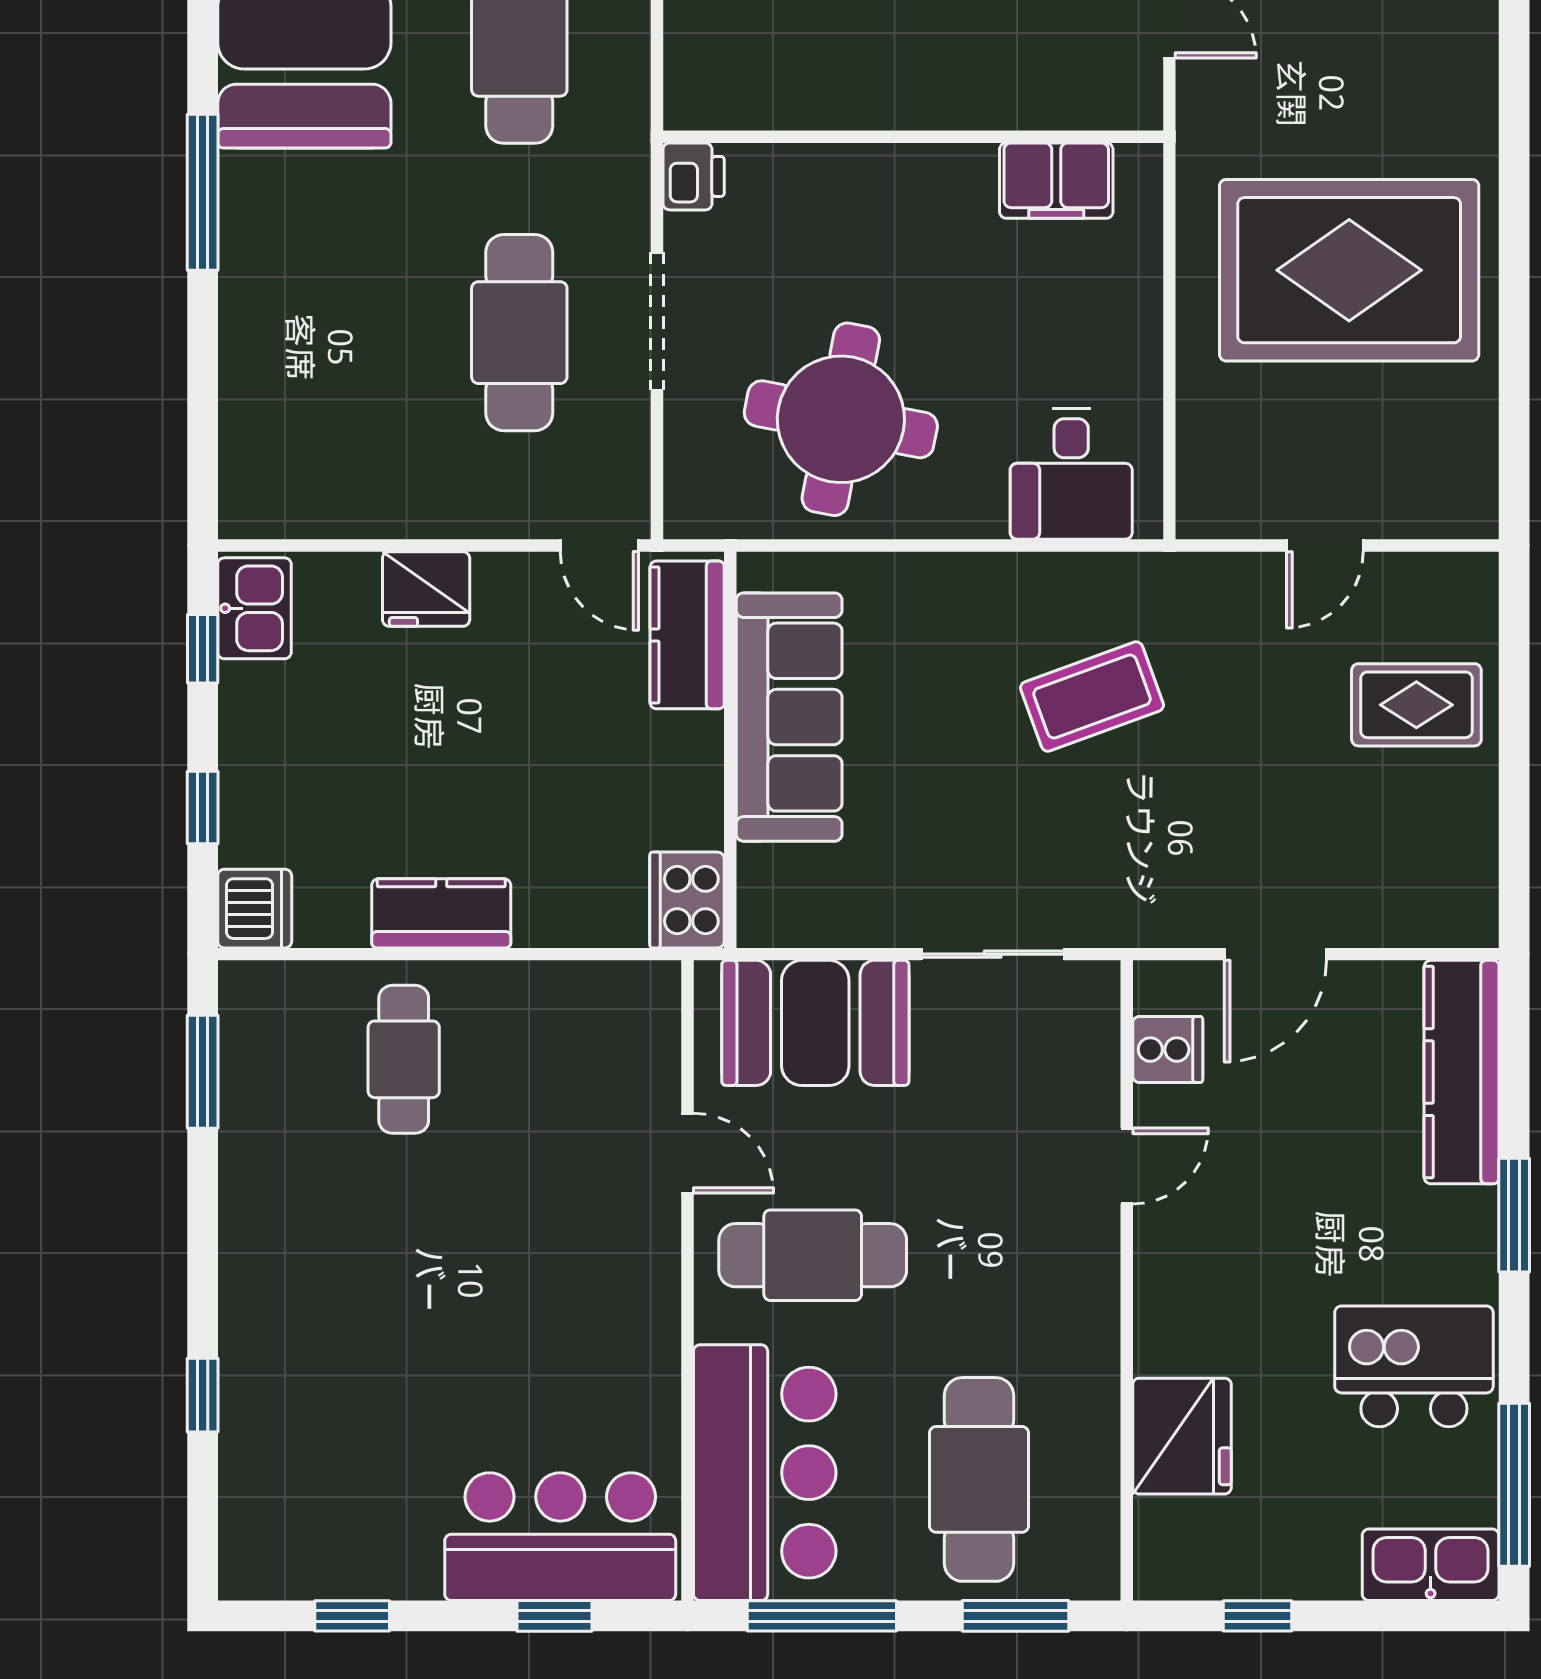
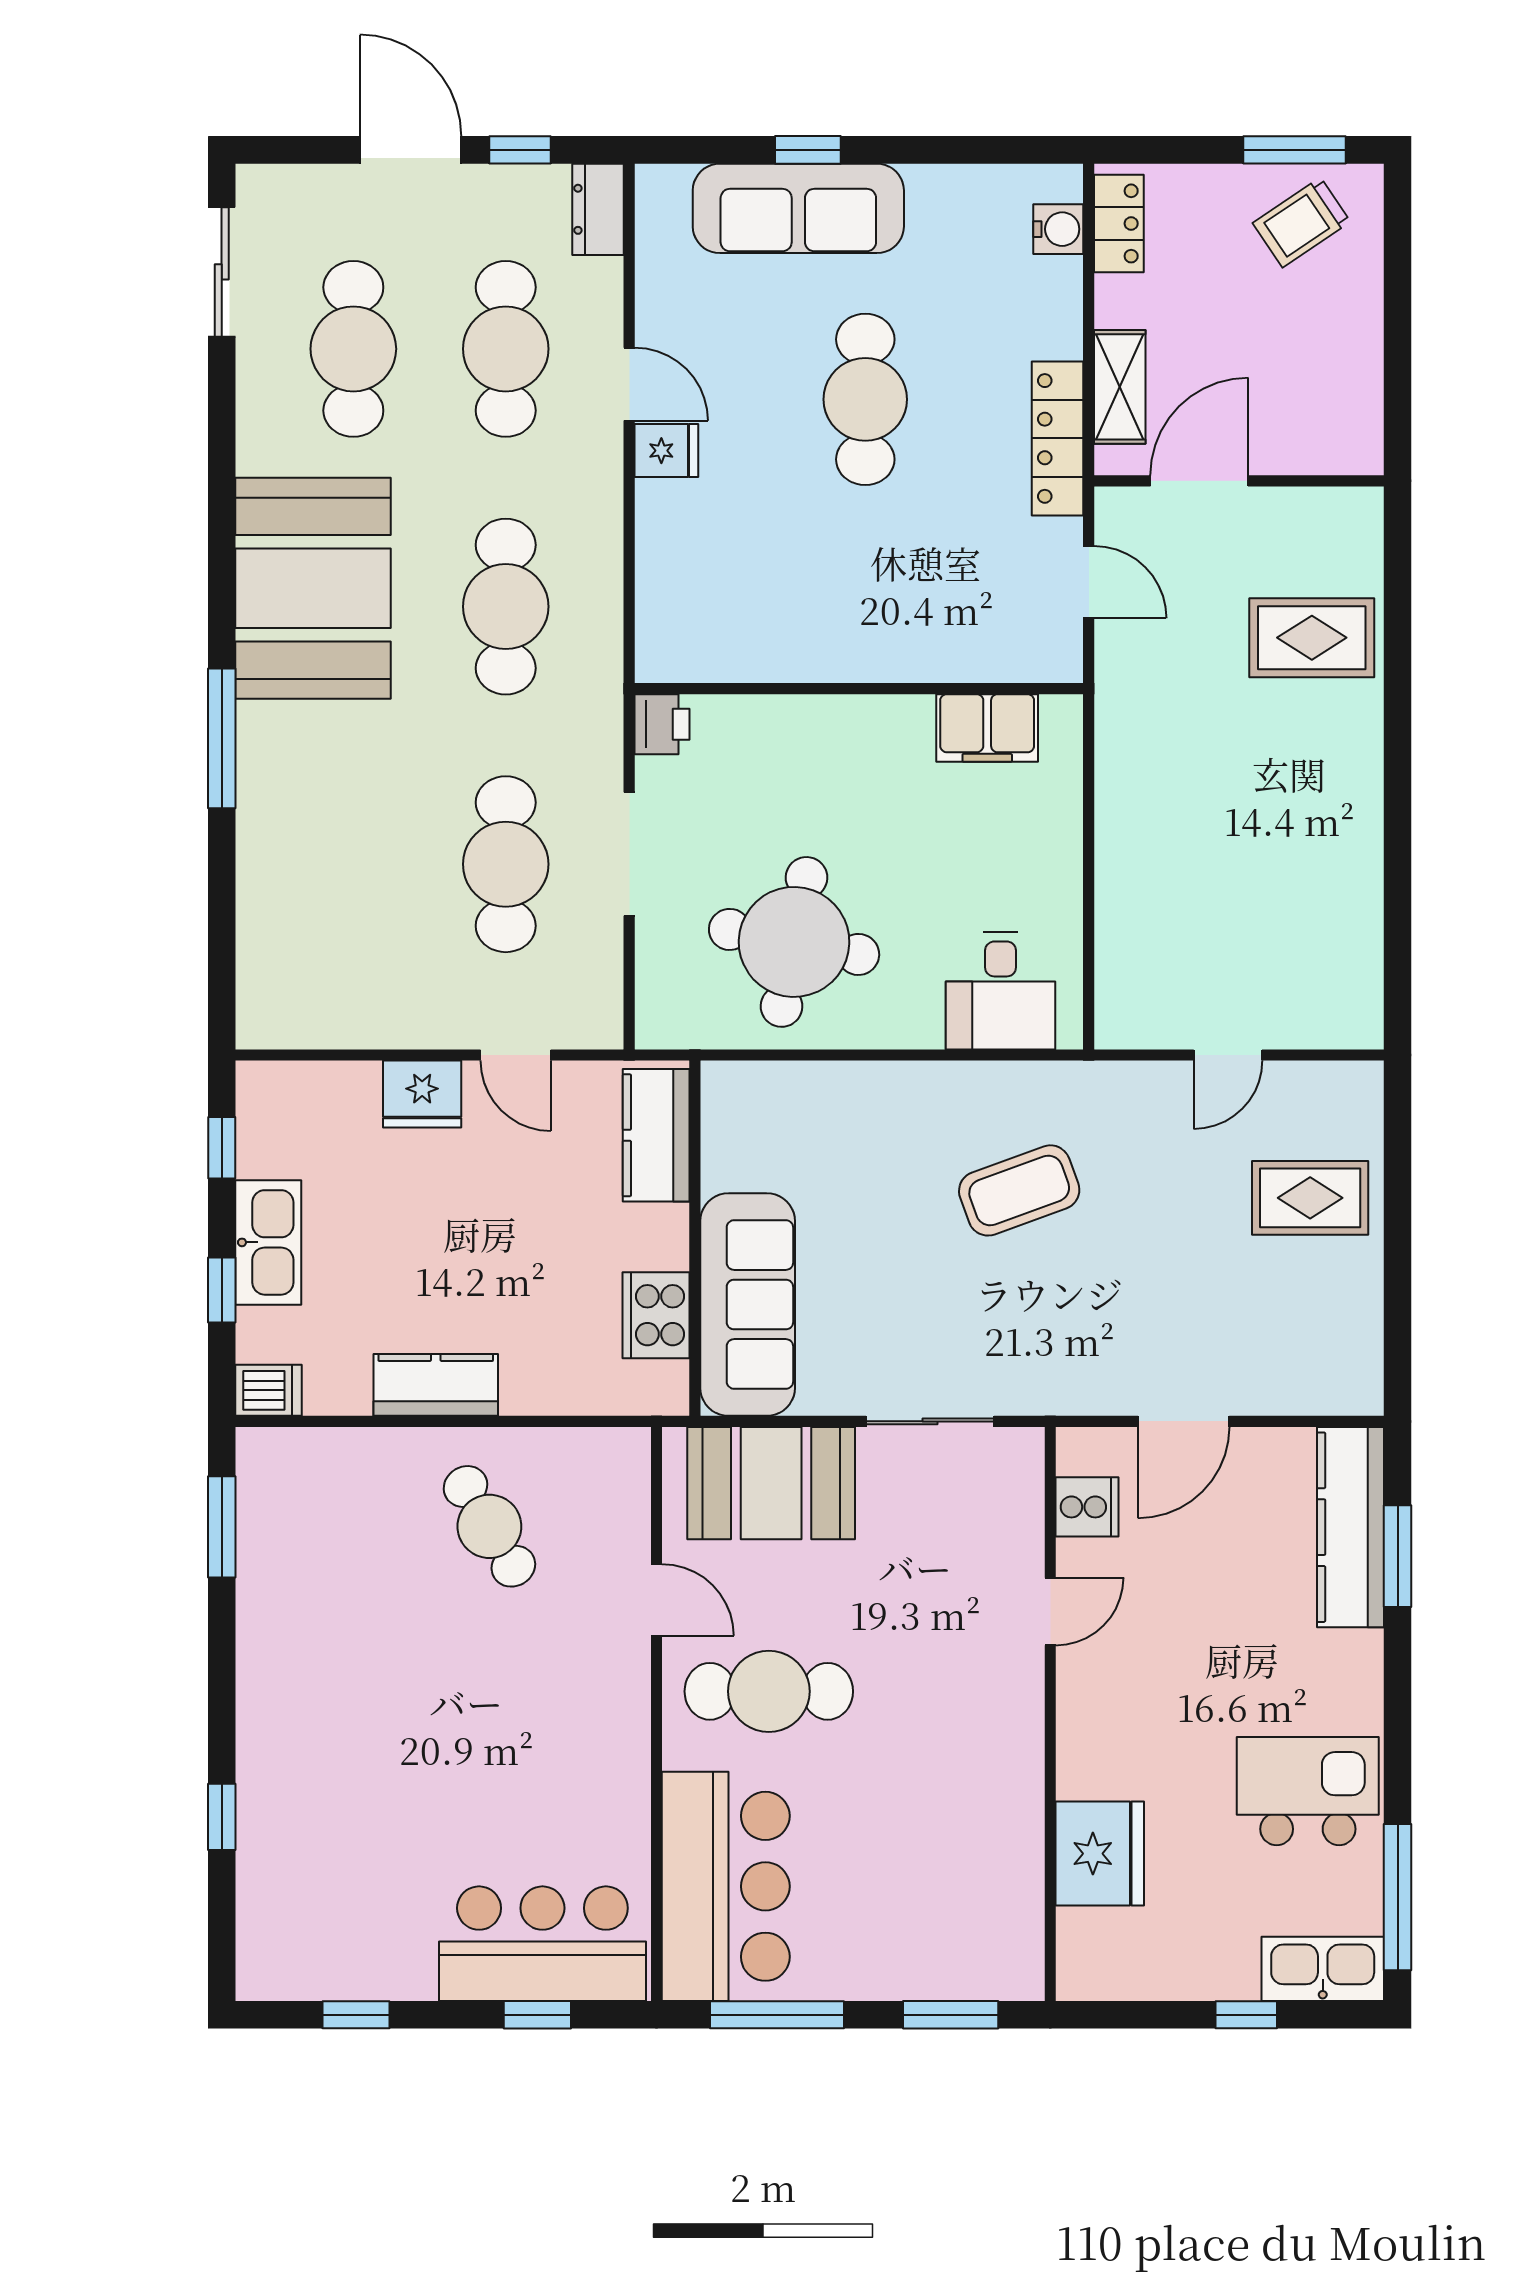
rug: (1349, 270) -> (1312, 638), moved, width x0.54, depth x0.49
door: (599, 545) -> (516, 1055), moved
kitchen sink: (254, 608) -> (268, 1242), moved, width x1.38
sofa: (789, 717) -> (748, 1305), moved
cooker: (687, 900) -> (656, 1315), moved
dishwasher: (255, 909) -> (268, 1390), width x0.73
cafe table: (404, 1059) -> (489, 1526), moved, turned -31
window: (1514, 1215) -> (1398, 1556), moved
cafe table: (979, 1479) -> (918, 1892), removed
window: (1258, 1616) -> (1246, 2015), moved

